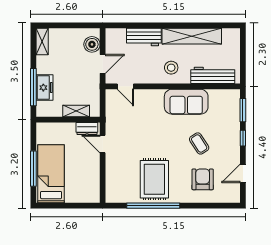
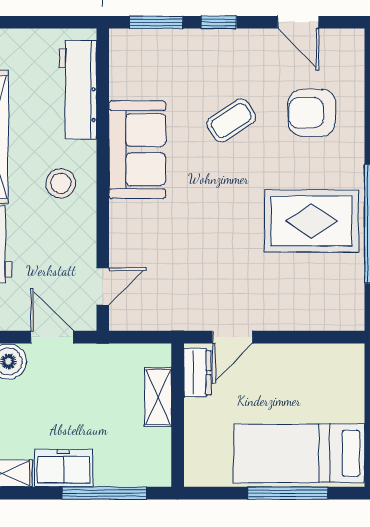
freezer: (44, 88) -> (64, 468), moved

